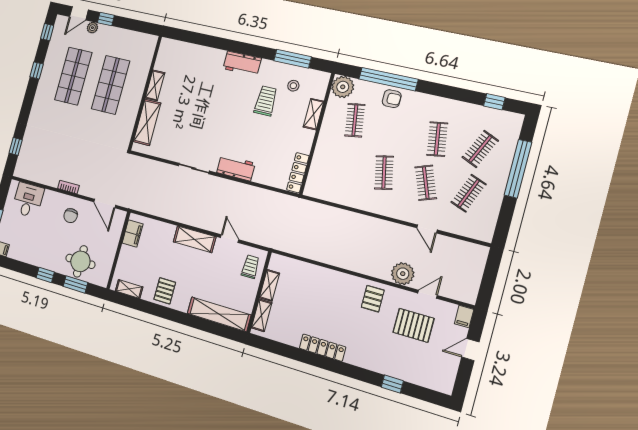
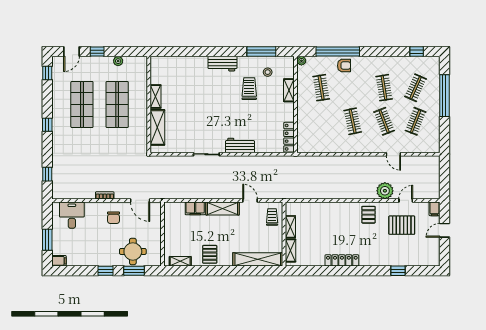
plant: (92, 28) -> (118, 61), moved
window: (37, 70) -> (47, 125), moved
plant: (343, 87) -> (301, 61), width x0.53, depth x0.53
filing cabinet: (133, 233) -> (195, 208), moved, turned 90

